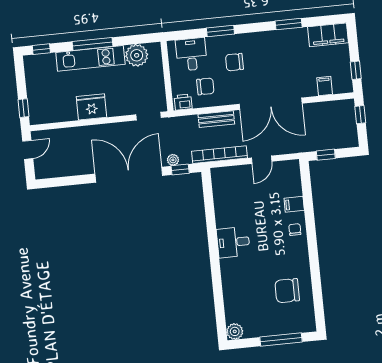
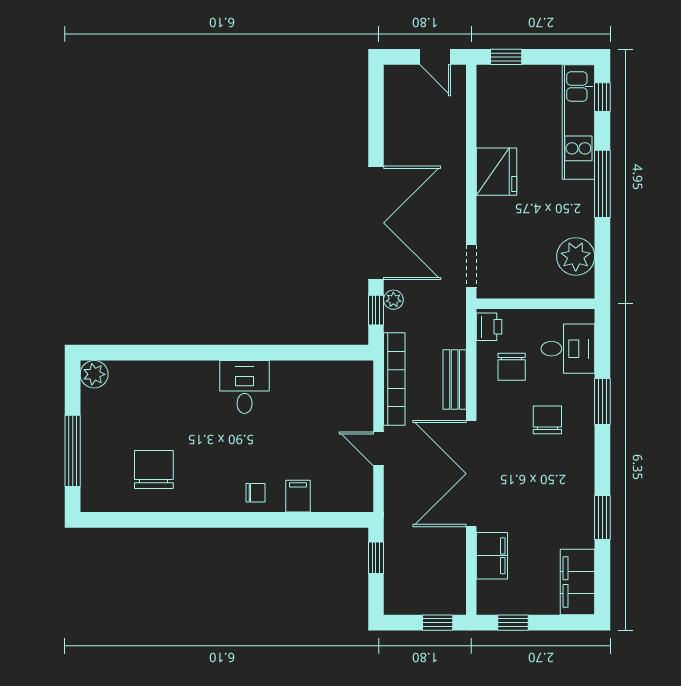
kitchen unit: (90, 58) -> (578, 122), moved
filing cabinet: (325, 86) -> (492, 556), width x2.00

